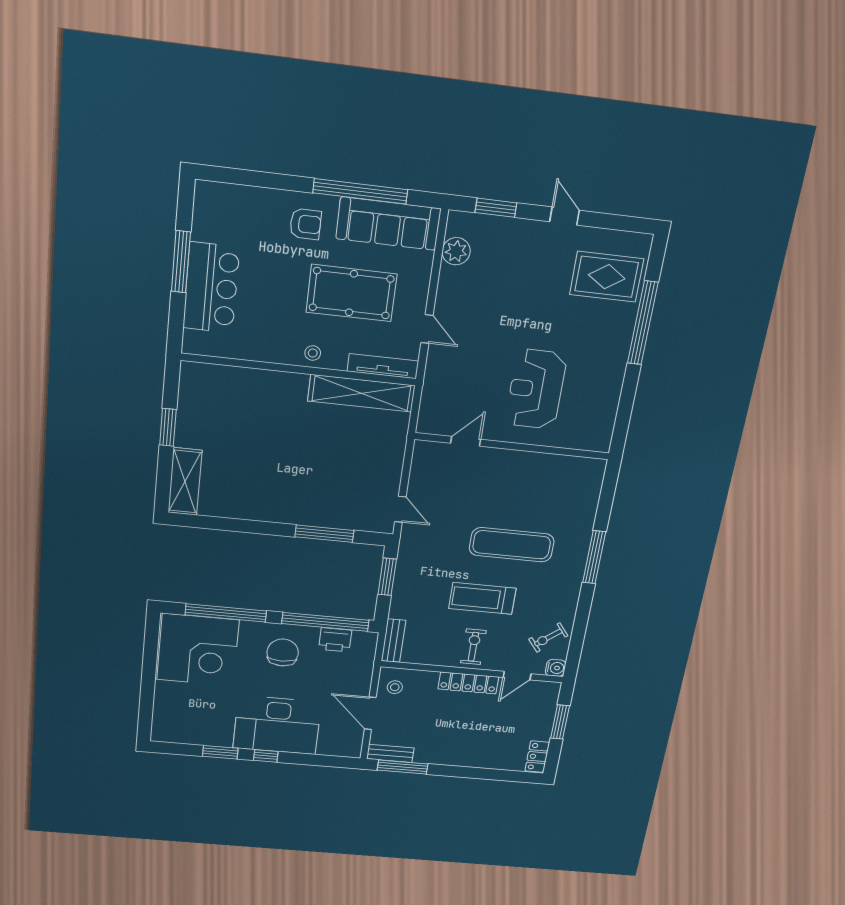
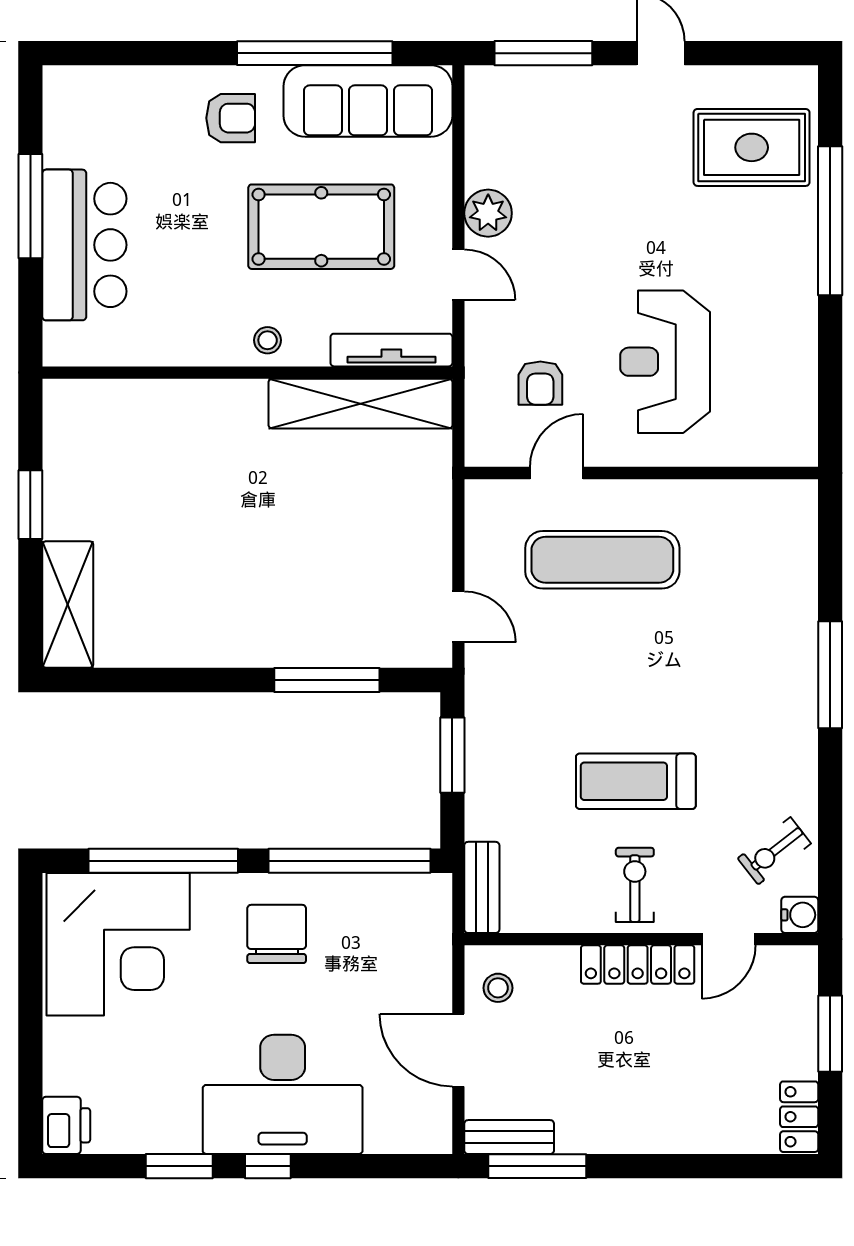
window: (496, 208) -> (543, 53), width x1.44
plant: (456, 251) -> (488, 213), moved
armchair: (464, 393) -> (540, 383), added
exercise mat: (512, 545) -> (602, 560), moved
printer: (335, 640) -> (66, 1125), moved, turned -90

